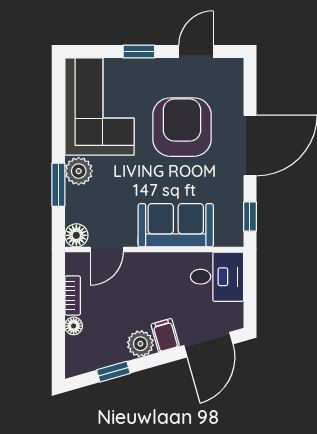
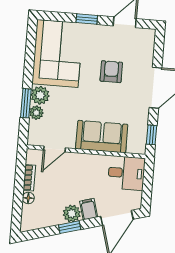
armchair: (182, 127) -> (111, 72), width x0.53, depth x0.53
plant: (75, 197) -> (36, 113), added
floor lamp: (76, 235) -> (35, 138), removed
window: (113, 372) -> (70, 227), moved

